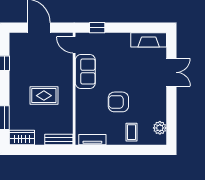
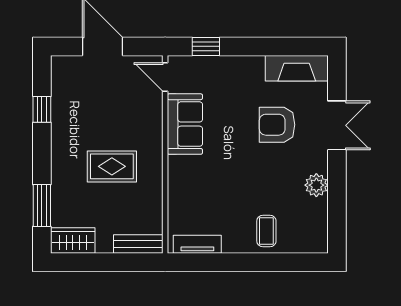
armchair: (118, 102) -> (277, 125), moved
plant: (160, 128) -> (316, 185), moved

